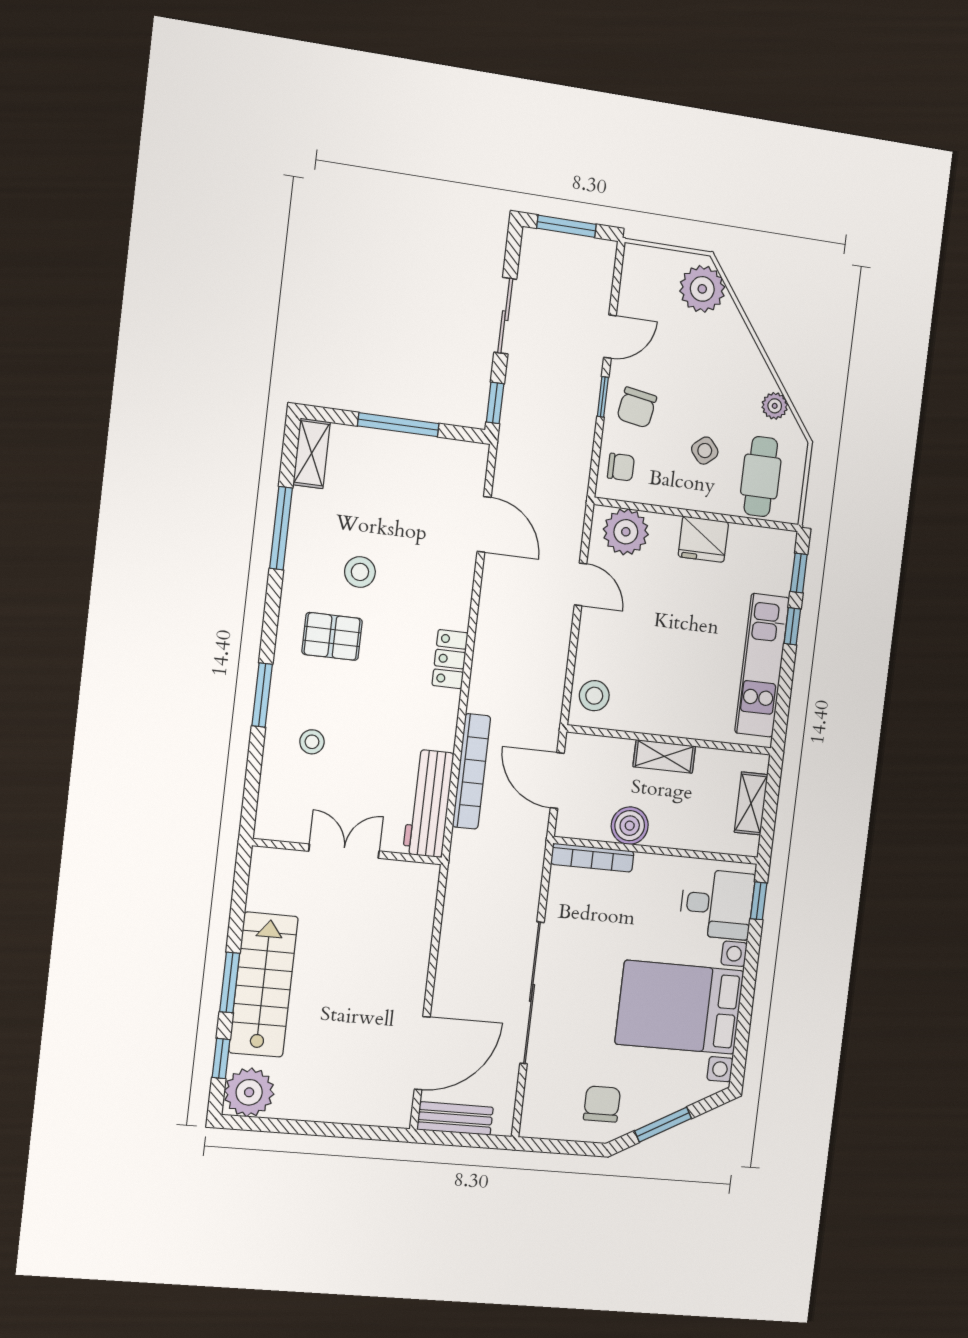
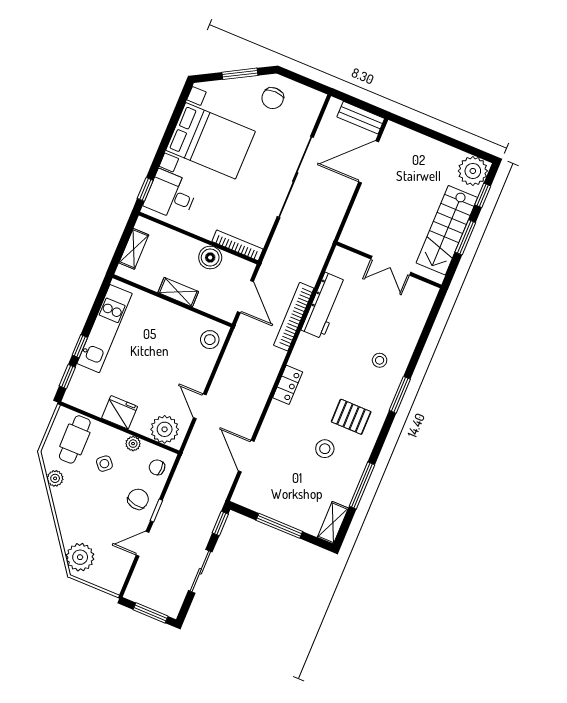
plant: (669, 495) -> (133, 444), added
double door: (344, 851) -> (391, 266), moved
wall: (348, 852) -> (389, 265), moved

